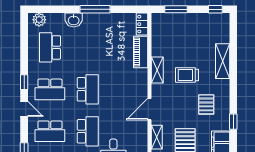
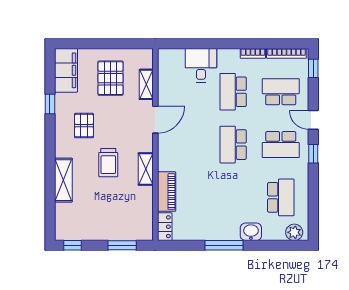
trolley: (187, 75) -> (108, 163), turned 90
school desk: (50, 89) -> (281, 145), turned 180

